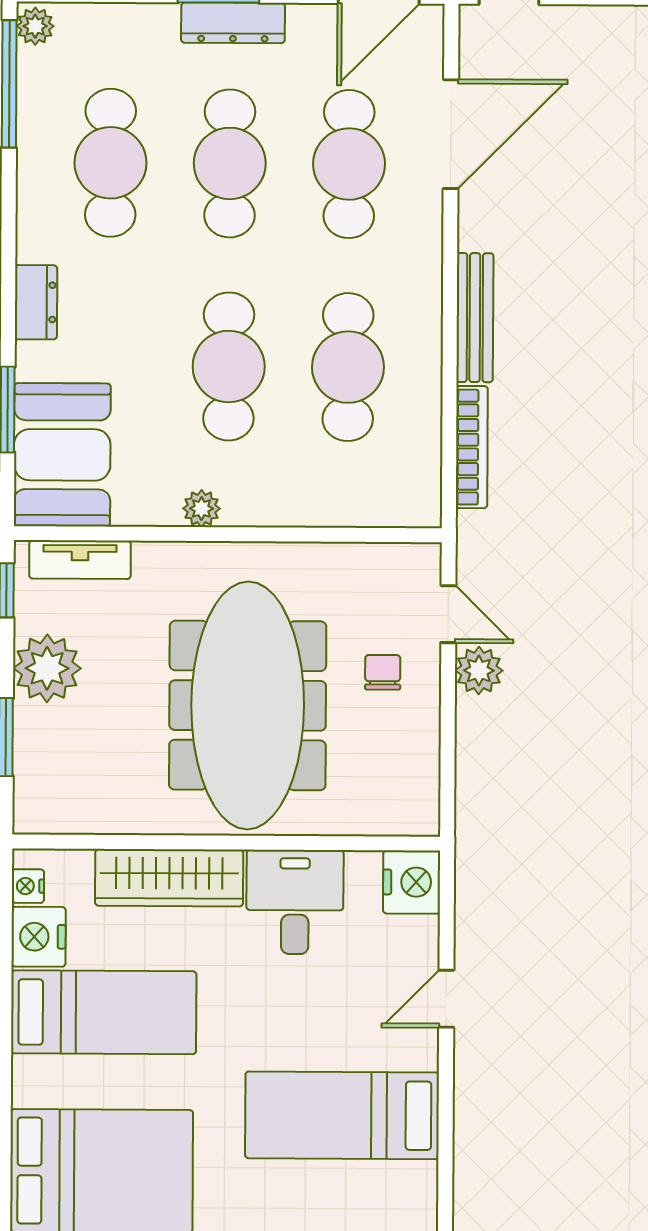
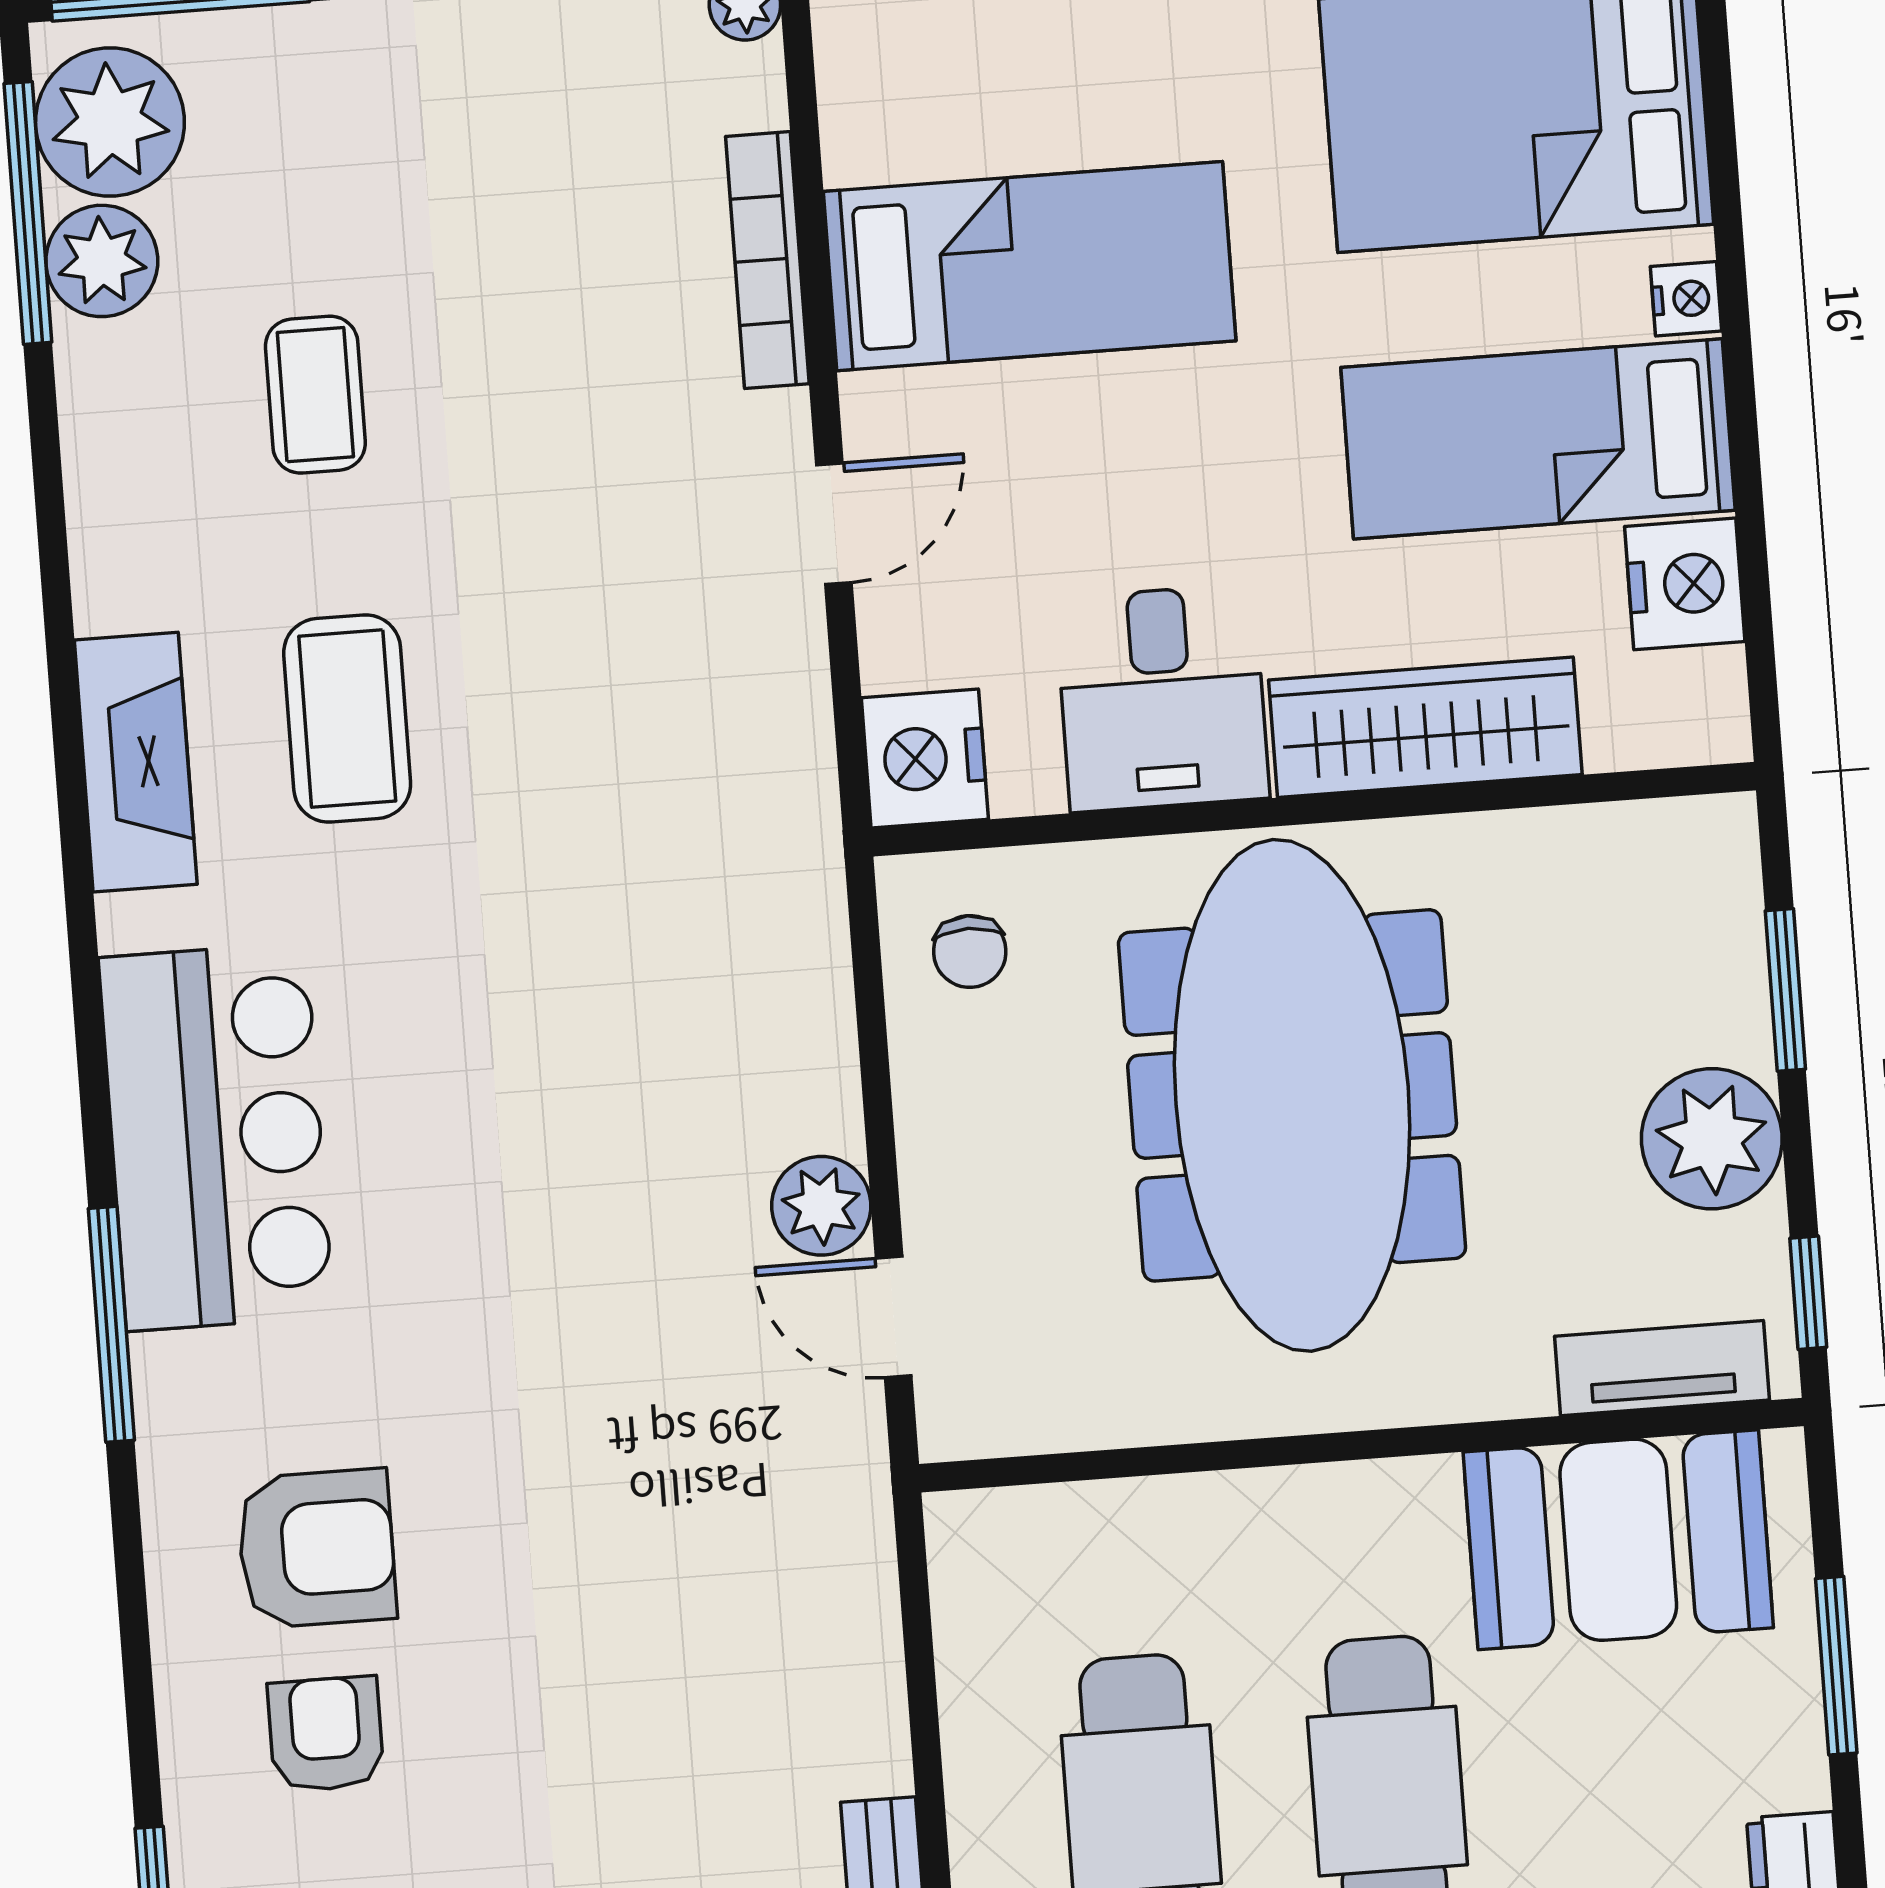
bookcase: (472, 447) -> (767, 260), moved
booth: (62, 455) -> (1618, 1540), moved, turned 90
plant: (201, 509) -> (1420, 1494), removed
chair: (383, 672) -> (970, 952), moved
nightstand: (28, 886) -> (1686, 299), moved

